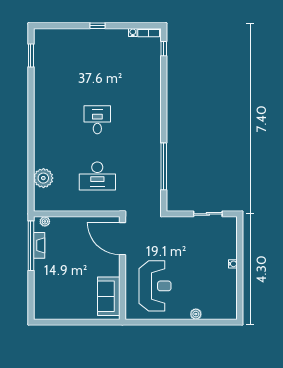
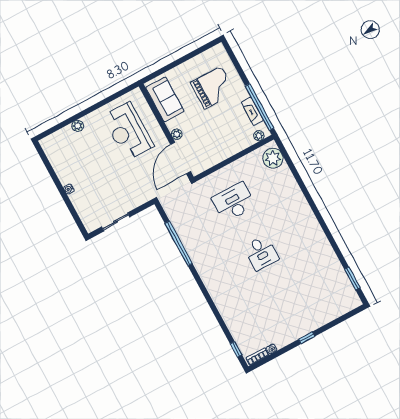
plant: (43, 178) -> (273, 158), moved
door: (122, 239) -> (181, 158), swing flipped
plant: (115, 261) -> (177, 134), added
grand piano: (62, 284) -> (213, 88), added

